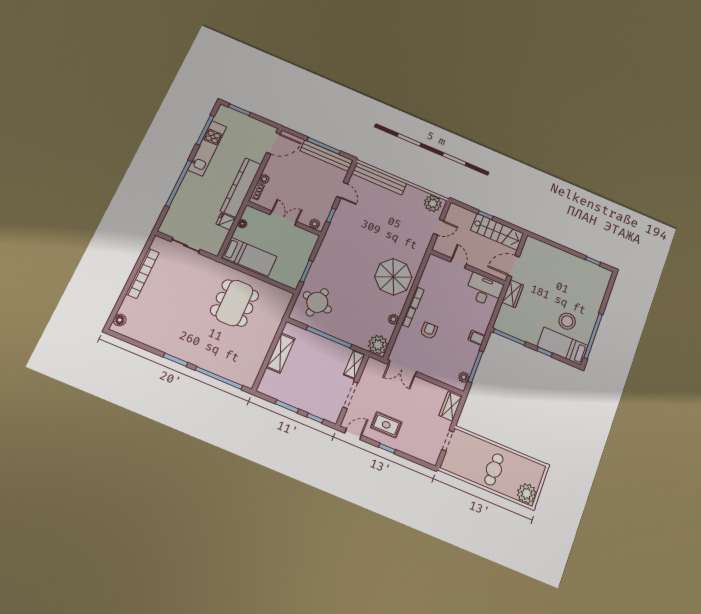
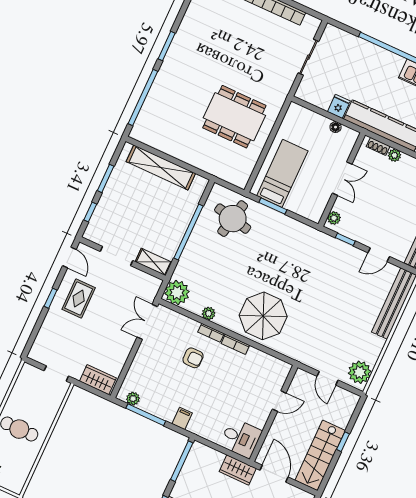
bed: (249, 257) -> (282, 173), moved, turned 180
desk: (484, 290) -> (241, 438), width x0.73
shelving: (281, 353) -> (161, 167), width x1.47

